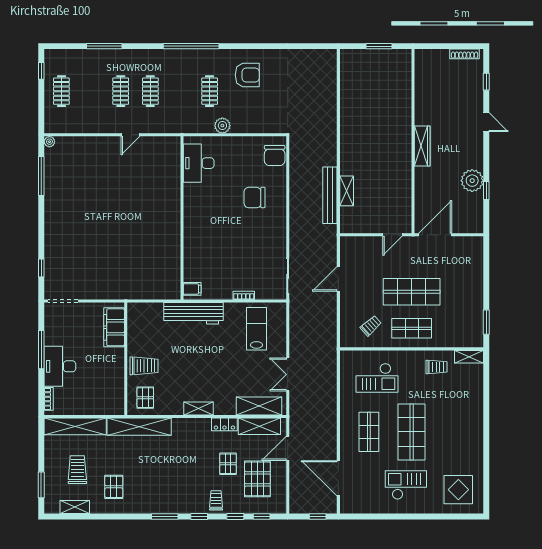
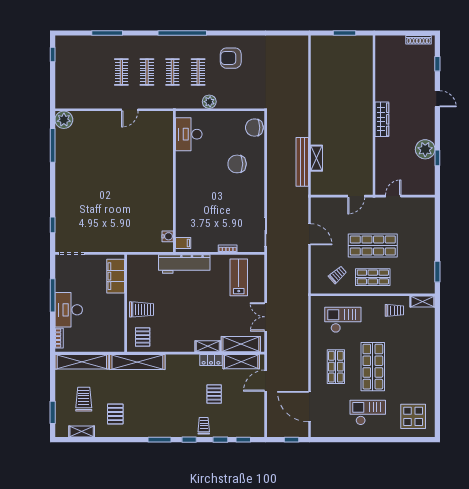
armchair: (247, 75) -> (231, 58), turned 180
clothes rail: (61, 91) -> (173, 72), moved
plant: (49, 142) -> (64, 120), width x1.87, depth x1.87
chair: (275, 155) -> (254, 128), turned 90
door: (435, 235) -> (393, 196), width x0.53
door: (338, 279) -> (309, 234), swing flipped
water cooler: (174, 281) -> (168, 236), added
checkout: (377, 378) -> (343, 320), turned 180
shelving: (199, 408) -> (208, 346), moved
pallet: (257, 479) -> (240, 407), removed

